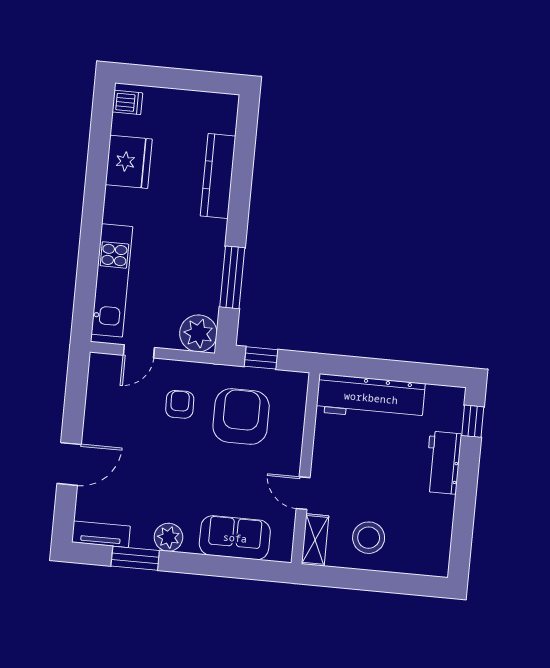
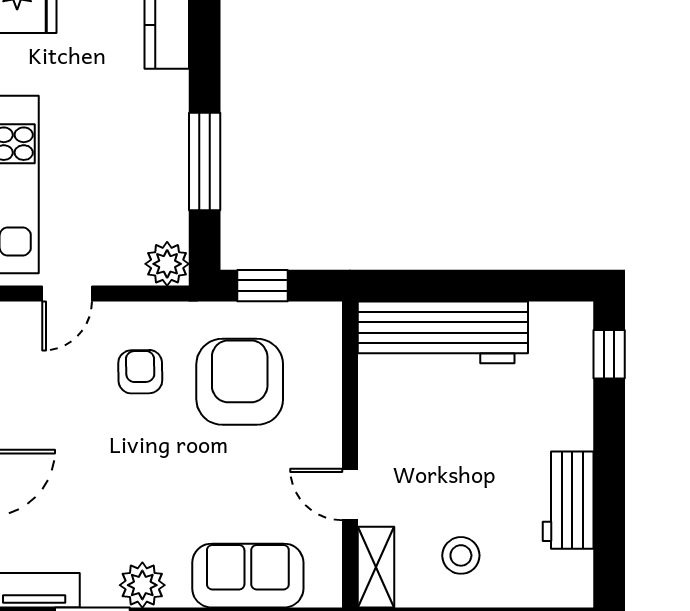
plant: (198, 333) -> (167, 264), width x0.73, depth x0.73
workbench: (443, 463) -> (568, 500), moved
stool: (369, 538) -> (461, 555), width x0.73, depth x0.73

